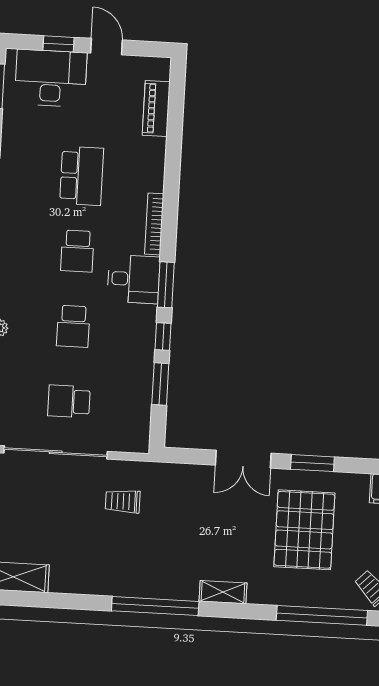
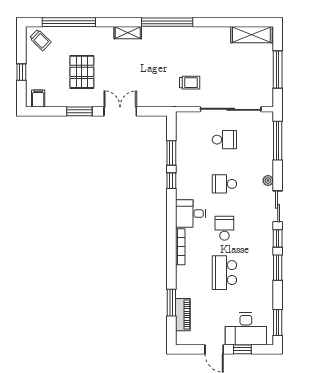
window: (166, 285) -> (171, 303), moved
school desk: (73, 326) -> (224, 184), turned -90
pallet: (304, 530) -> (82, 72), width x0.73, depth x0.71

